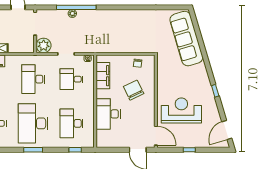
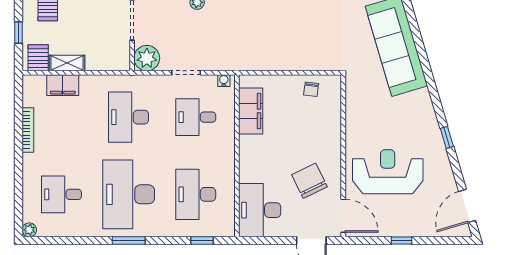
chair: (134, 90) -> (309, 181), moved
desk: (108, 114) -> (260, 210), moved

